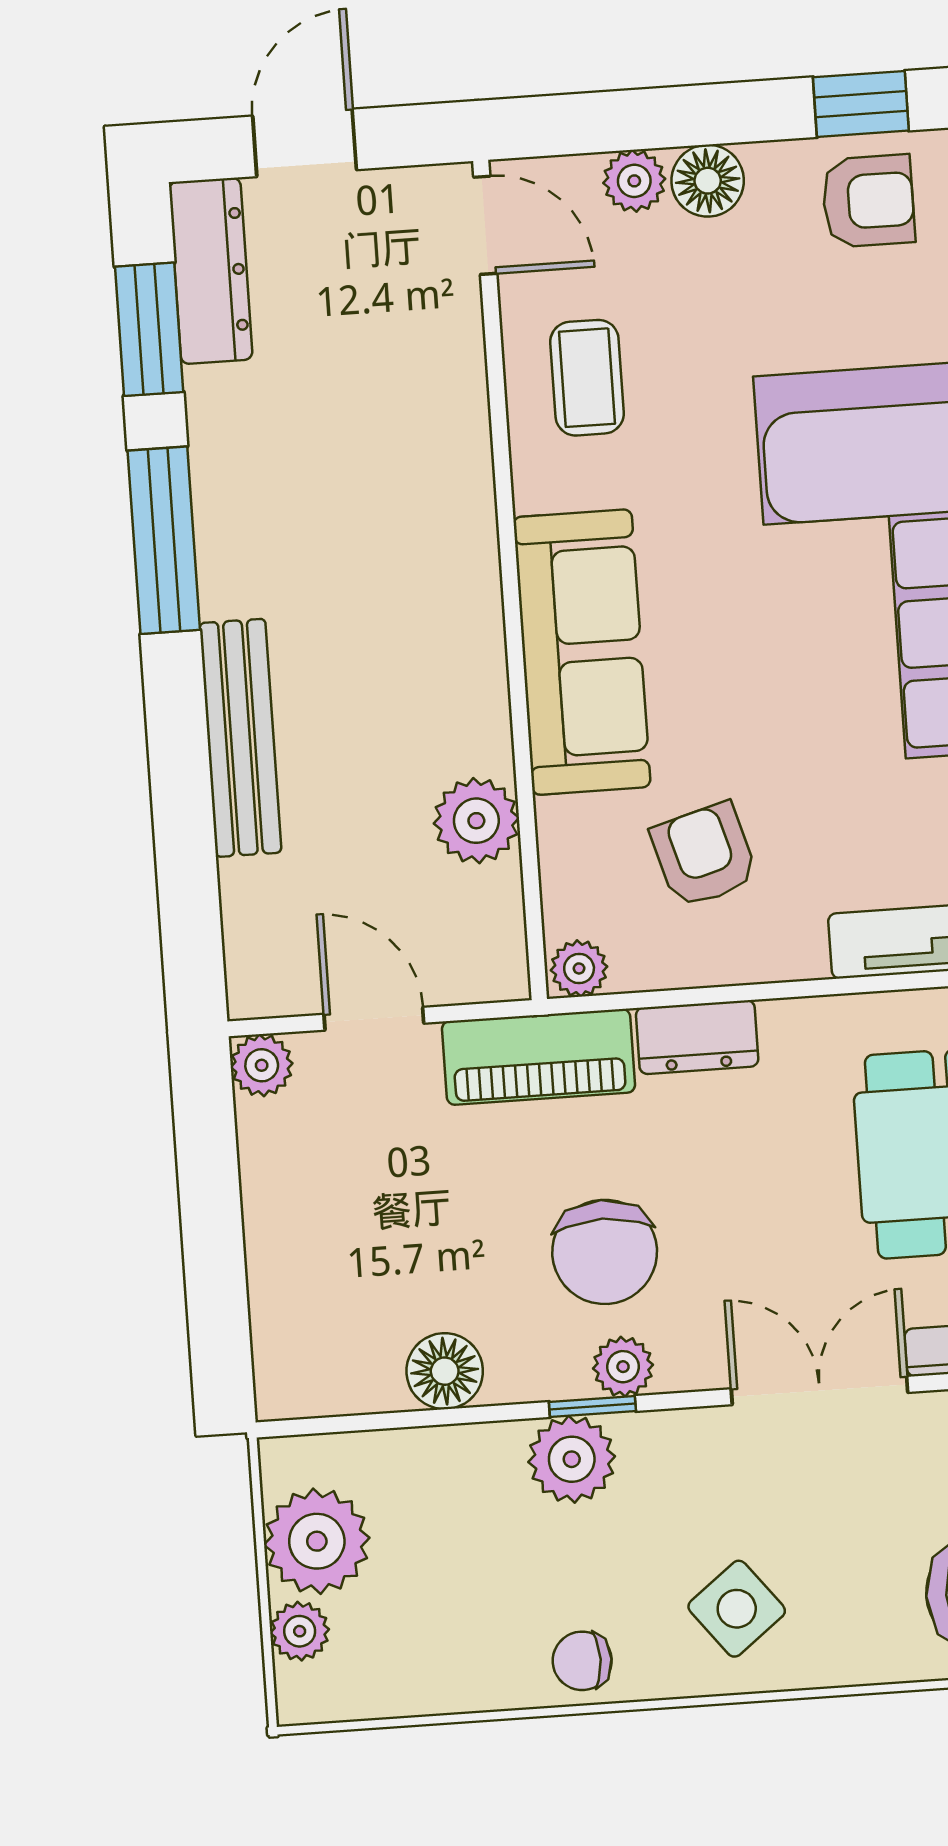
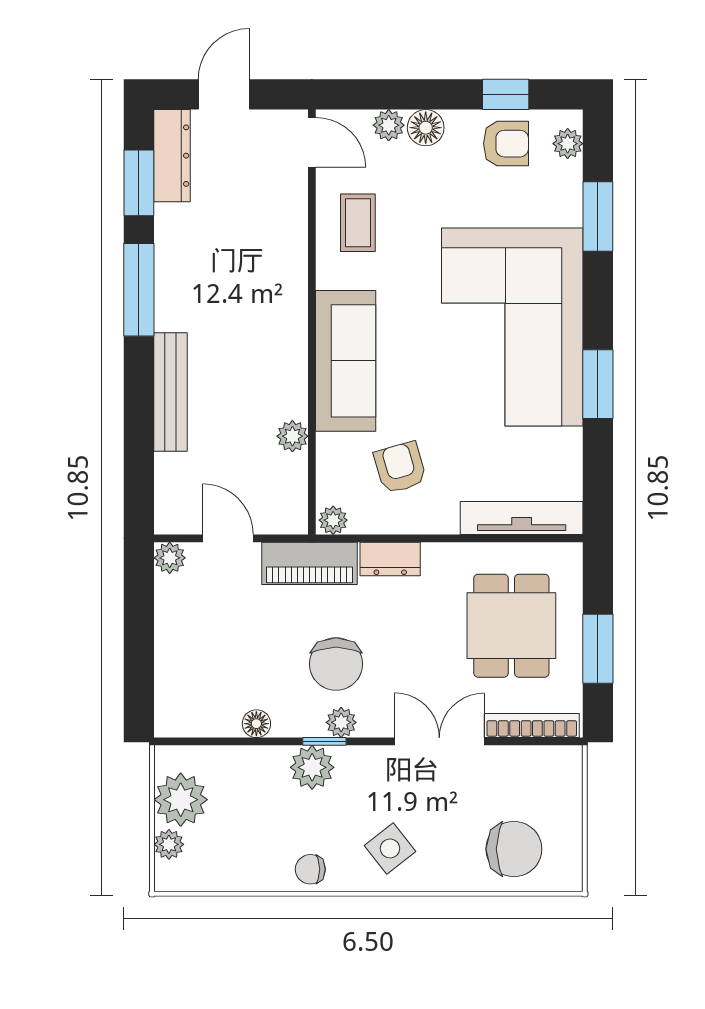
plant: (476, 821) -> (292, 436), width x0.73, depth x0.73
floor lamp: (445, 1371) -> (256, 724), width x0.73, depth x0.73

